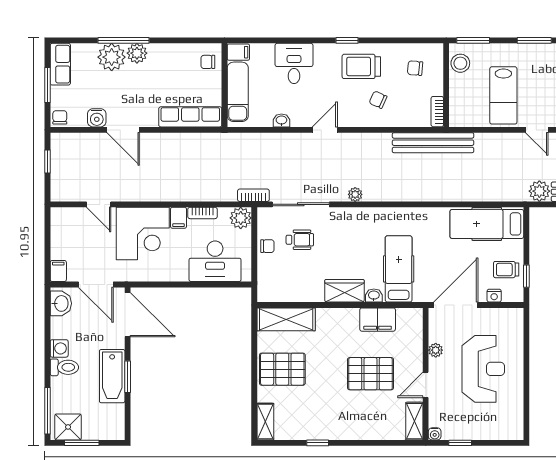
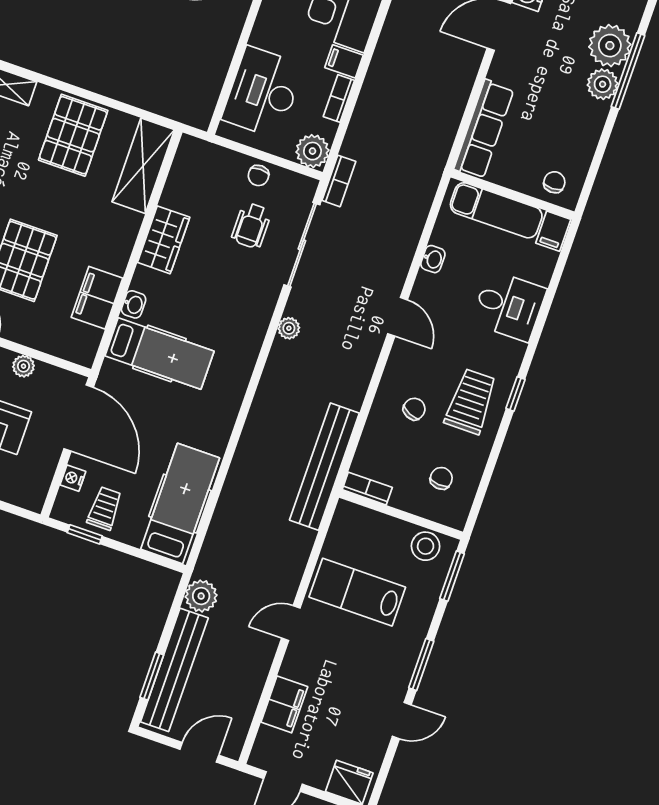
wardrobe: (344, 291) -> (164, 240), moved

